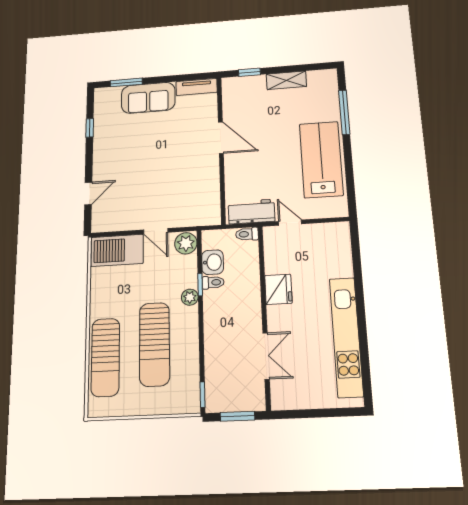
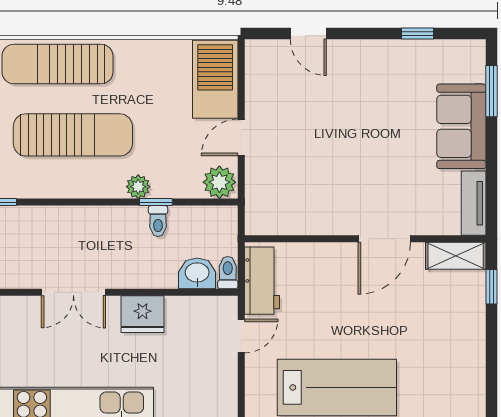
shelving: (286, 80) -> (456, 256), moved, turned 90
washbasin: (213, 262) -> (197, 273), moved, turned 180
sun lounger: (154, 344) -> (73, 135), turned 180
double door: (266, 356) -> (73, 292), moved

